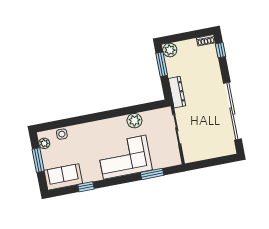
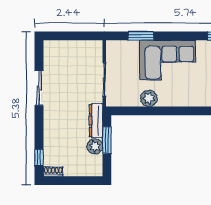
plant: (170, 50) -> (95, 146), moved
window: (162, 64) -> (107, 140), moved
sliding door: (232, 111) -> (39, 88), width x0.54

